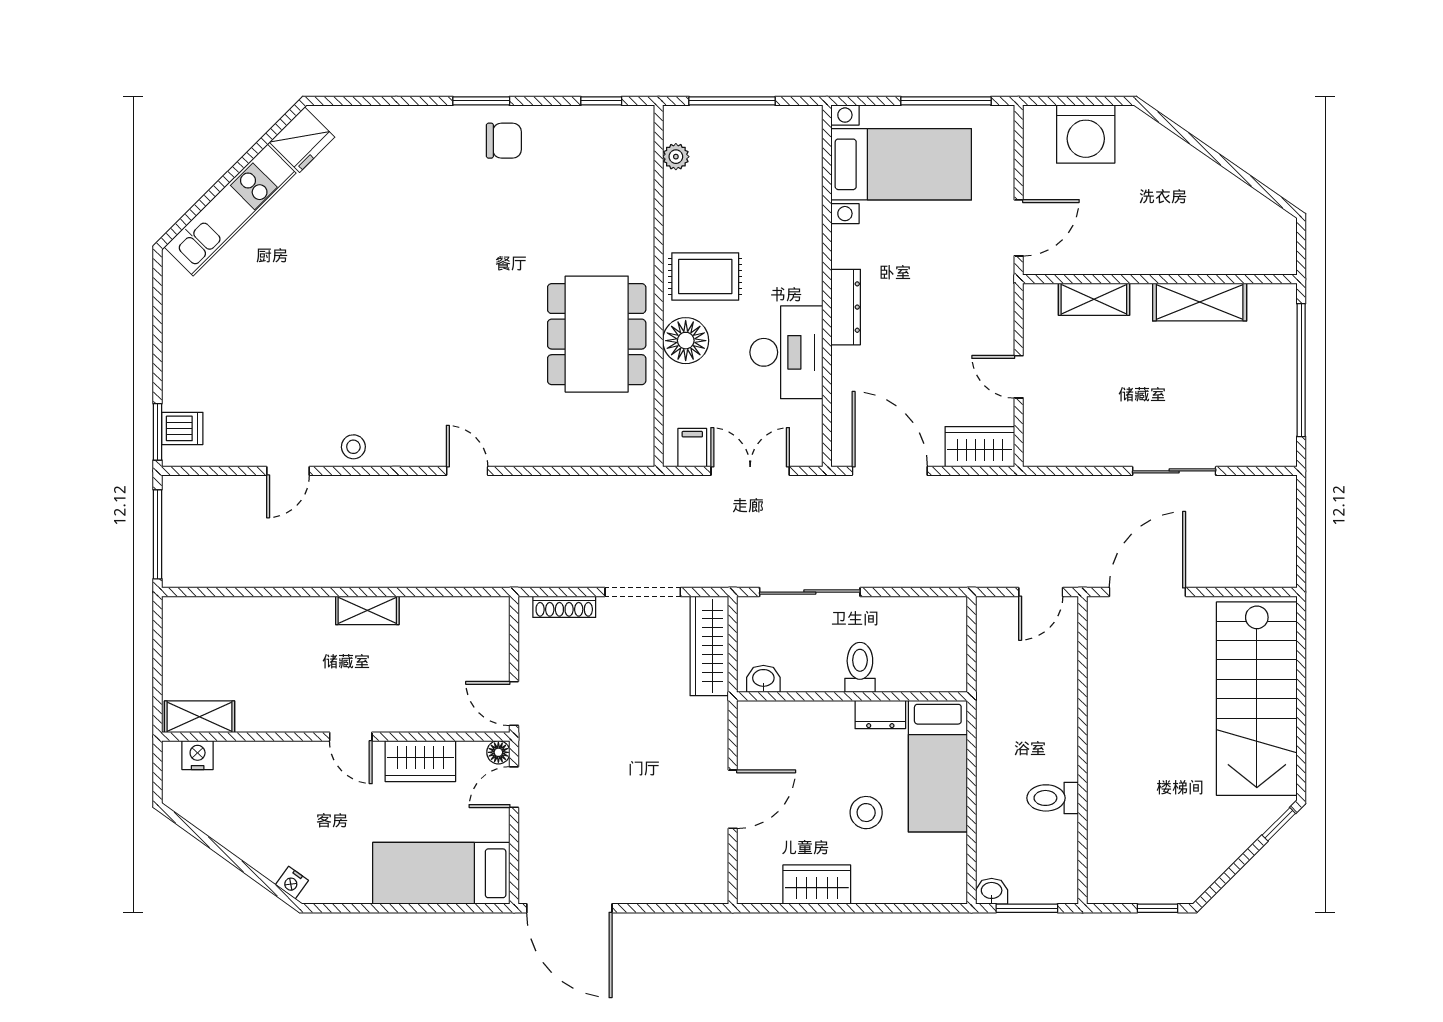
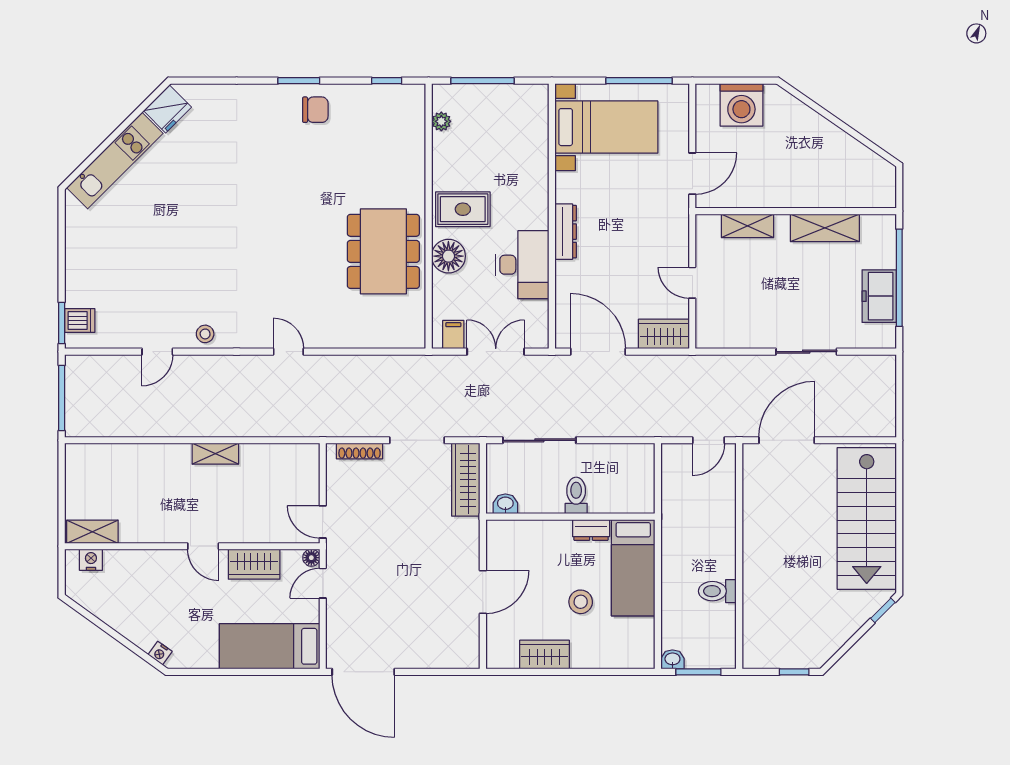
freezer: (1274, 395) -> (879, 296), added

